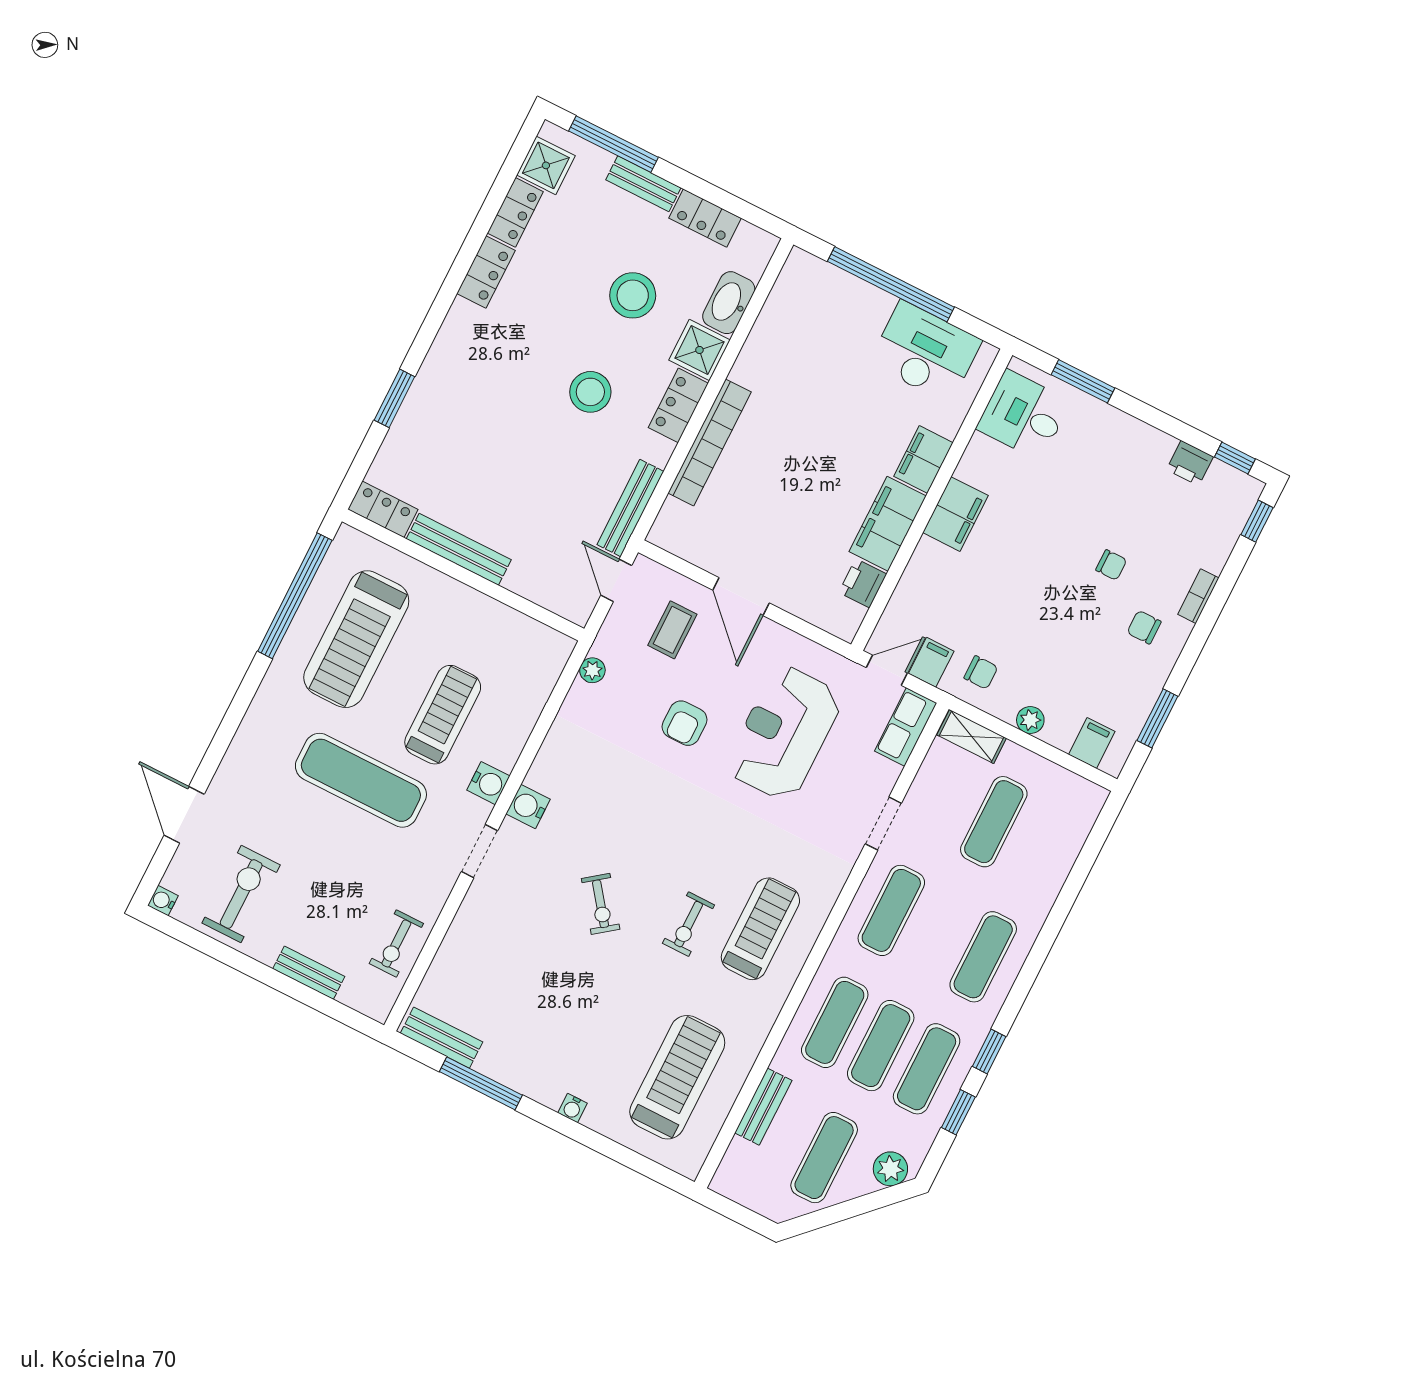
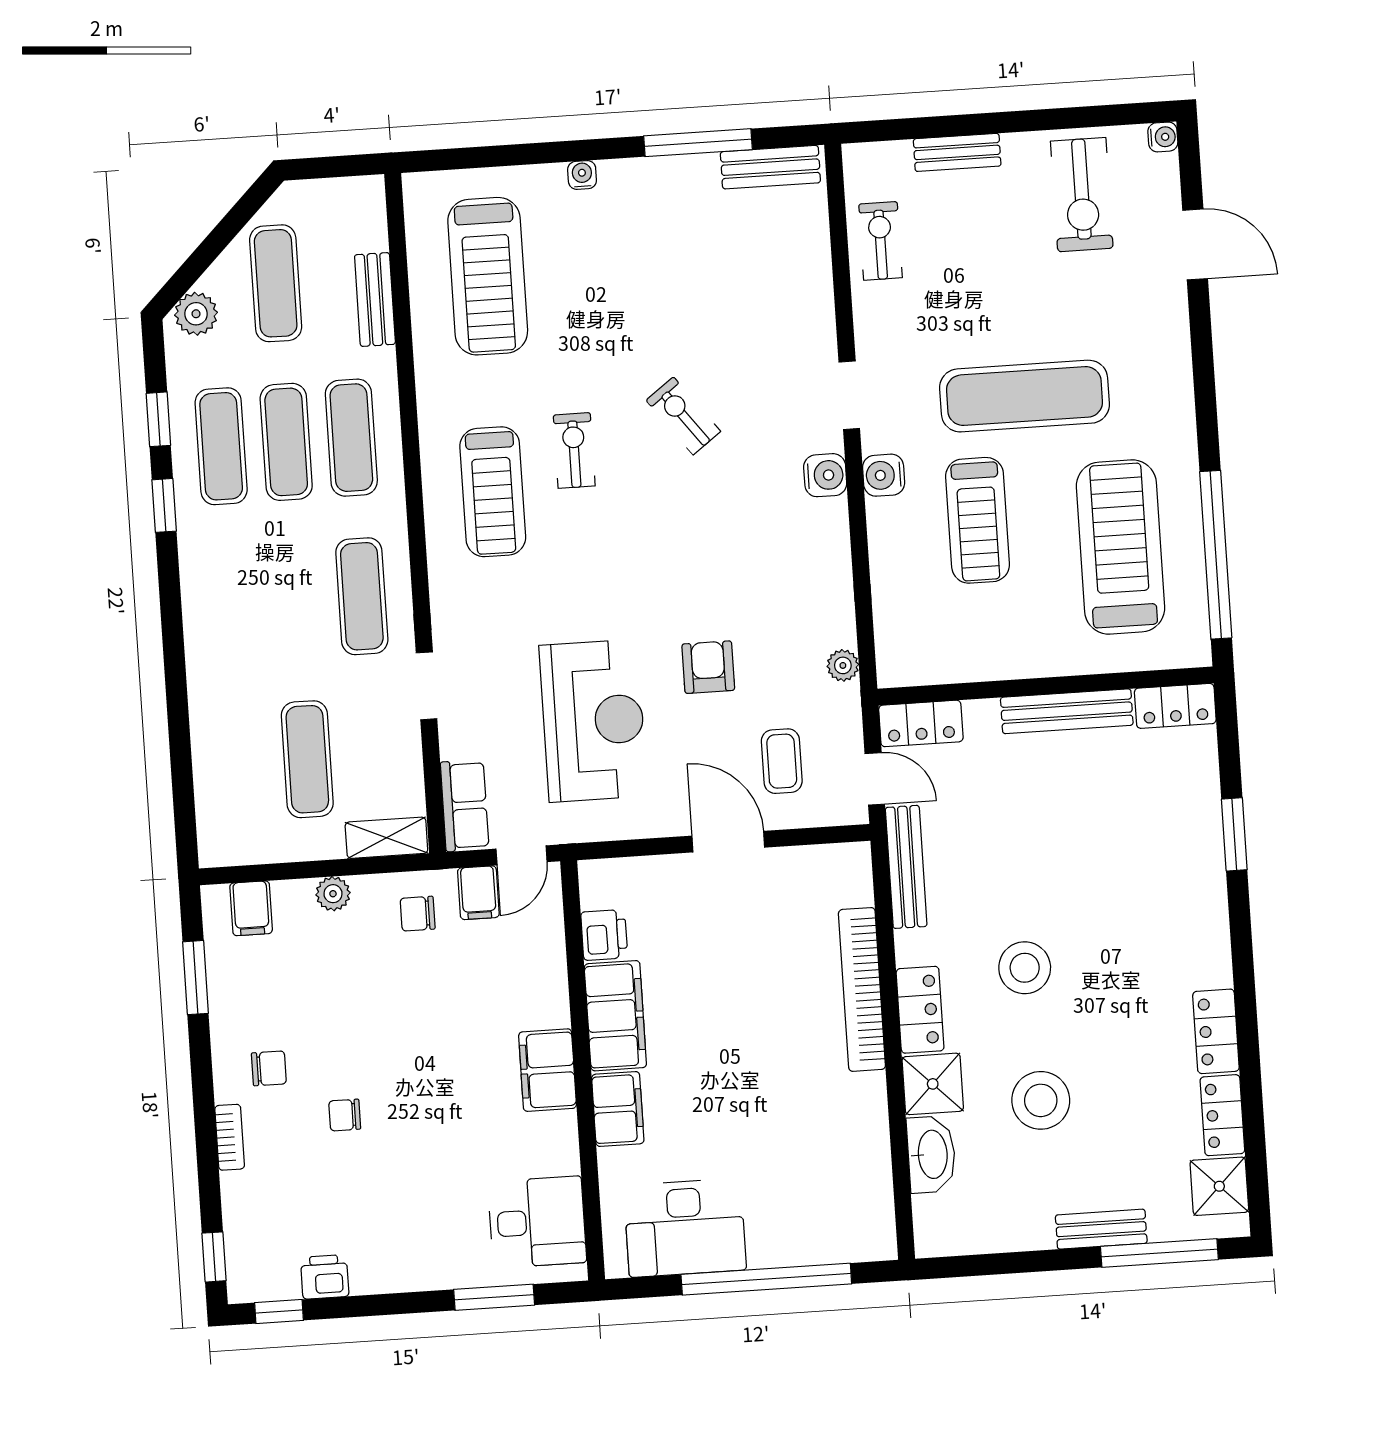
locker: (705, 218) -> (921, 723), moved, turned 180
exercise mat: (983, 957) -> (232, 605), removed

